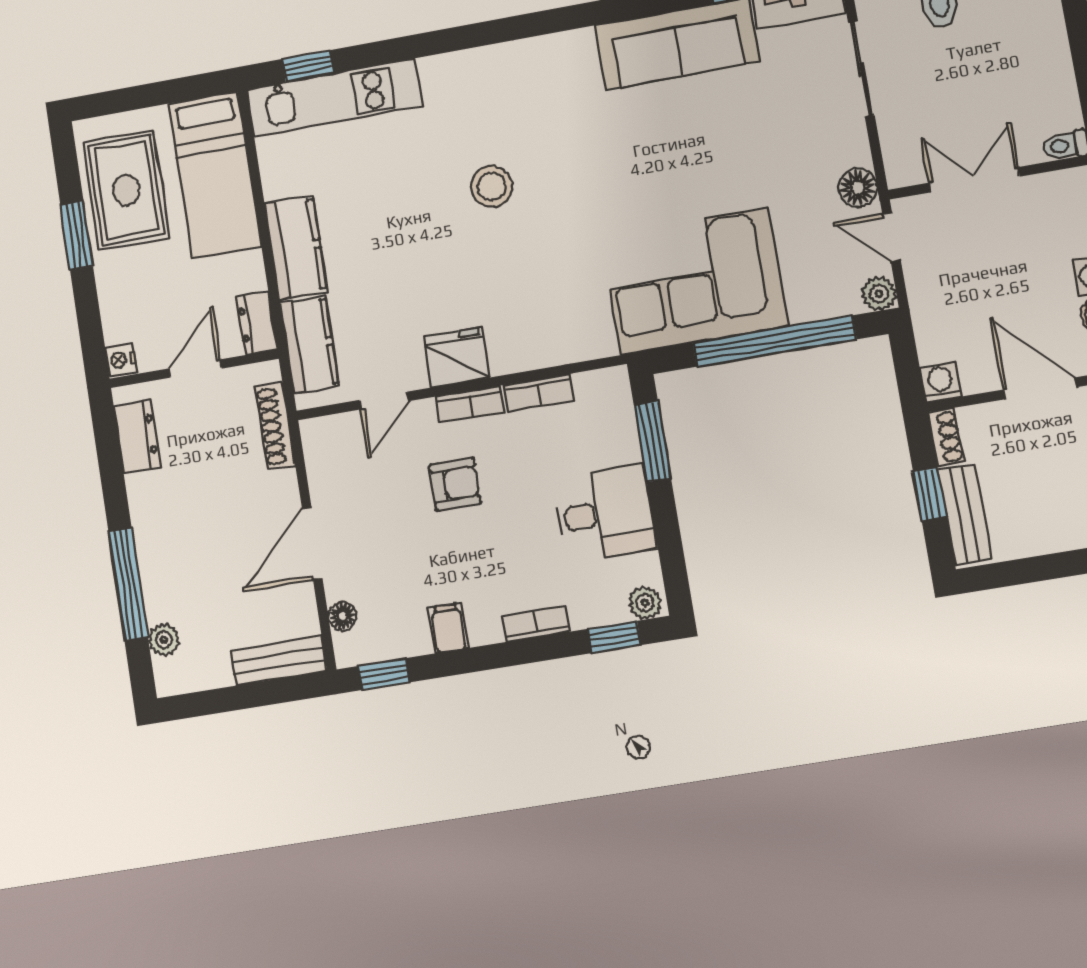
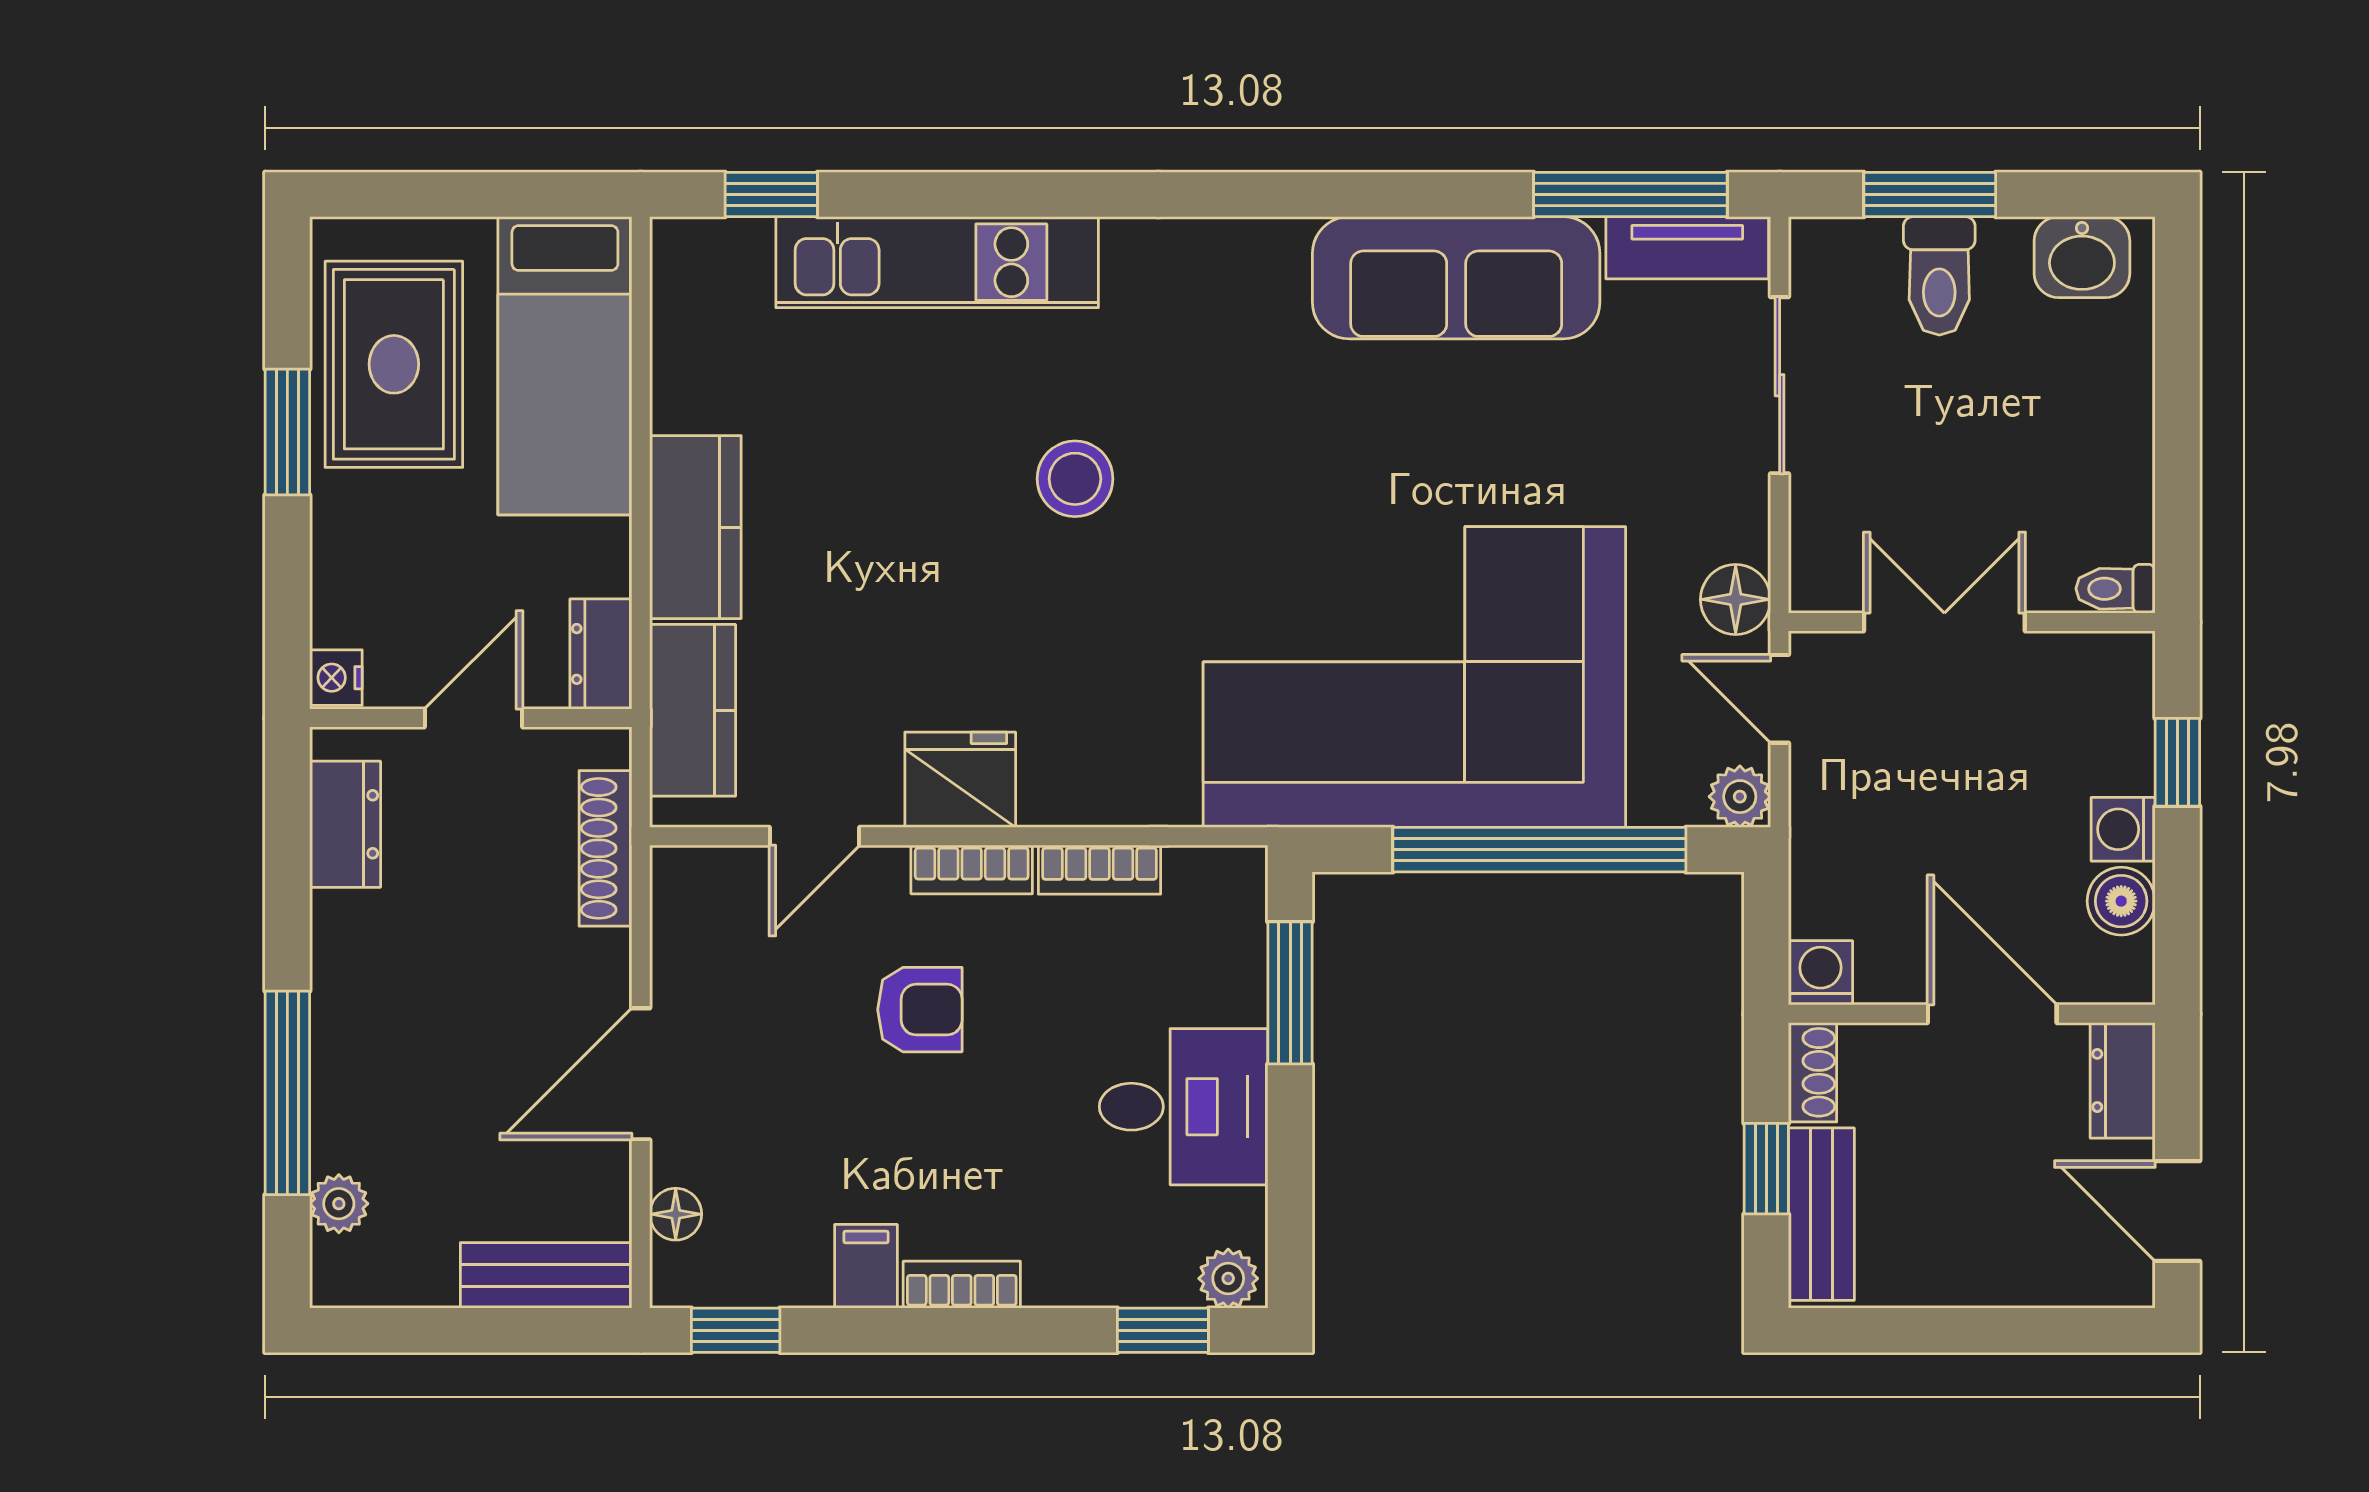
kitchen unit: (334, 97) -> (937, 262), moved
corner sofa: (694, 281) -> (1414, 677), width x1.36, depth x1.36
bookcase: (536, 624) -> (962, 1285), moved

